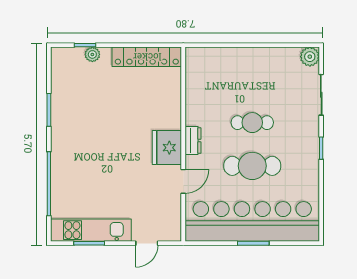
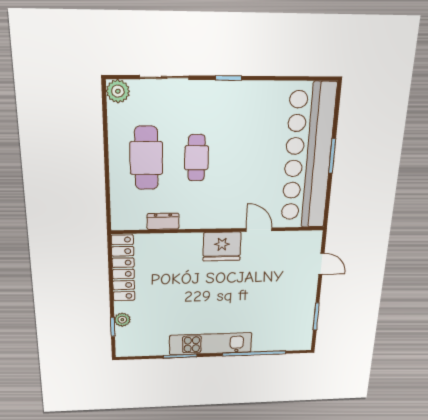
dresser: (193, 141) -> (163, 221), moved
cafe table: (252, 166) -> (146, 158), moved
kitchen unit: (91, 230) -> (211, 344), moved, turned 90

